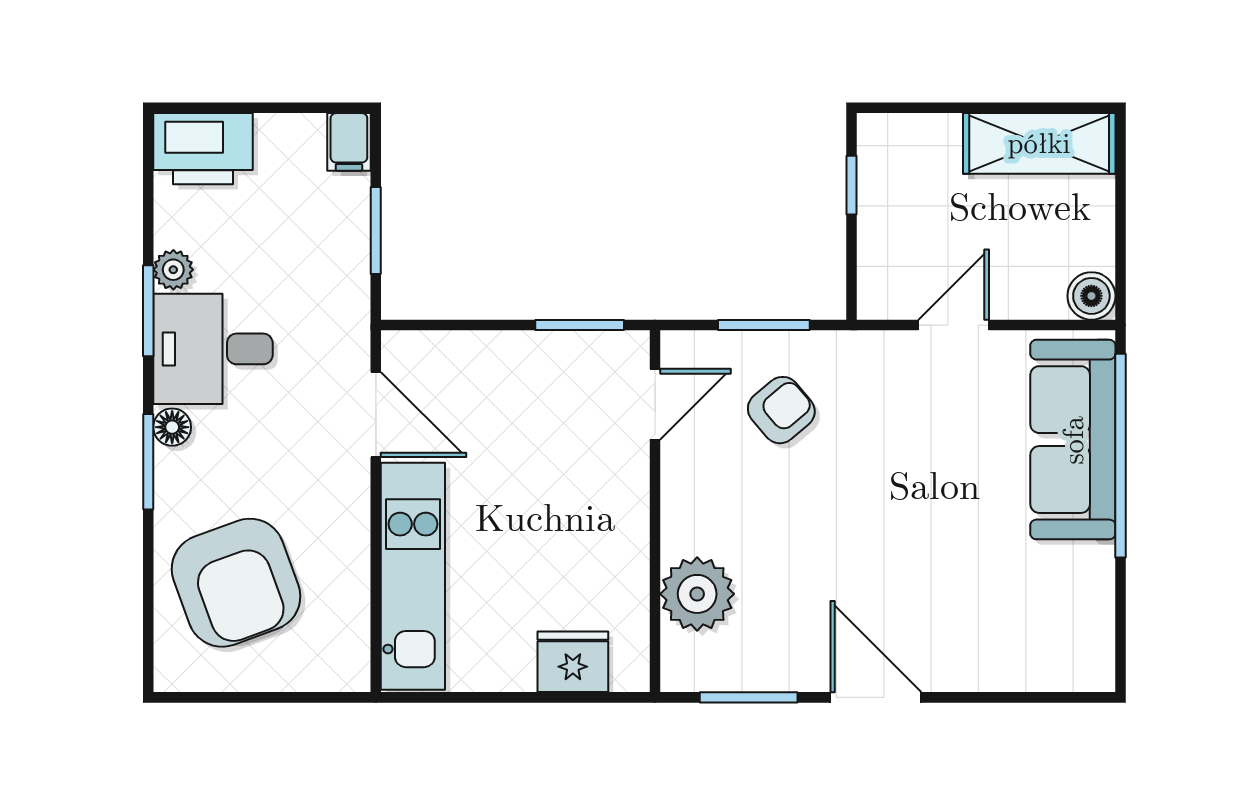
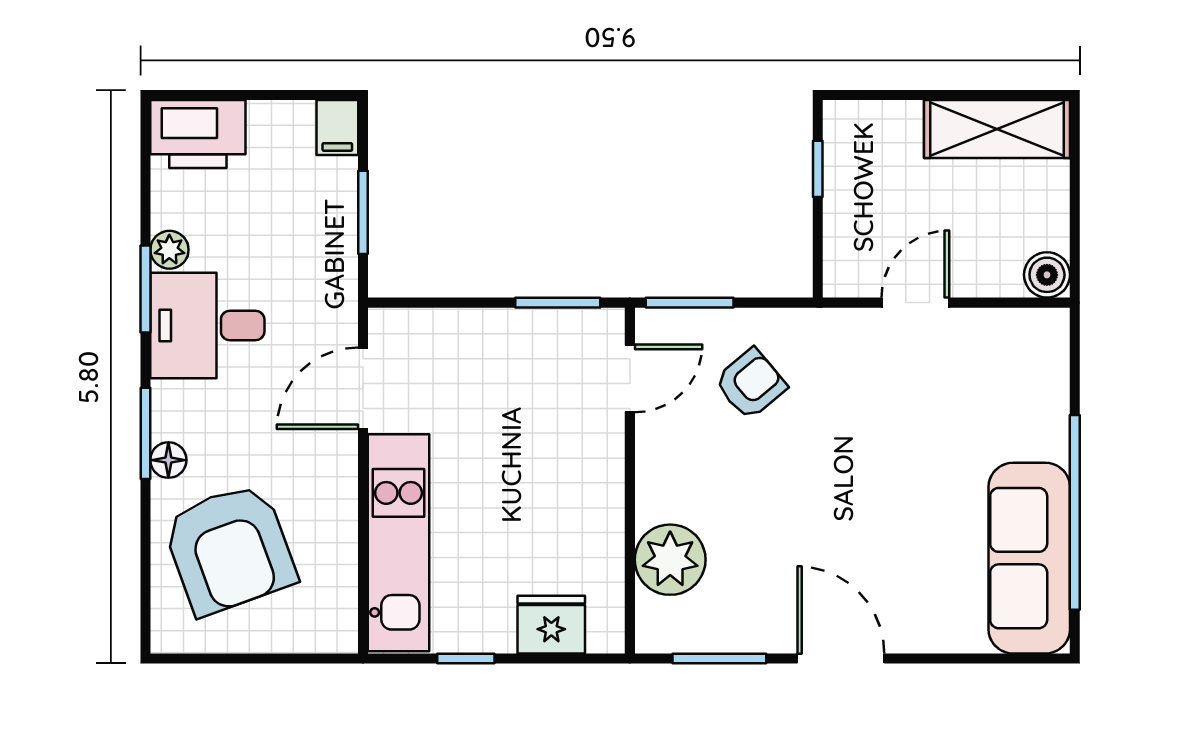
window: (764, 325) -> (690, 303), moved
door: (376, 415) -> (363, 388), swing flipped
floor lamp: (172, 427) -> (168, 460), moved
sofa: (1073, 440) -> (1029, 558), moved
window: (1120, 456) -> (1075, 512), moved
window: (483, 697) -> (466, 659), added

